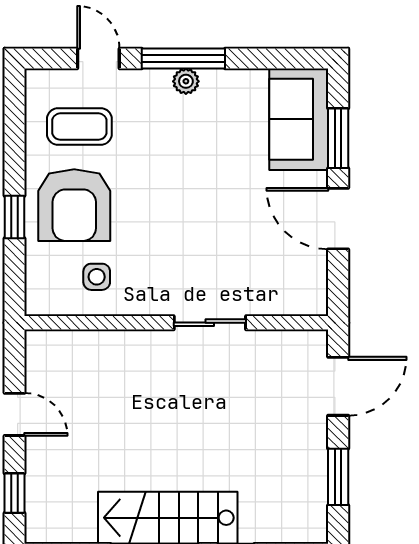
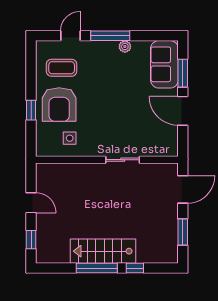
door: (98, 58) -> (70, 36), hinge flipped
plant: (186, 81) -> (125, 47), moved

